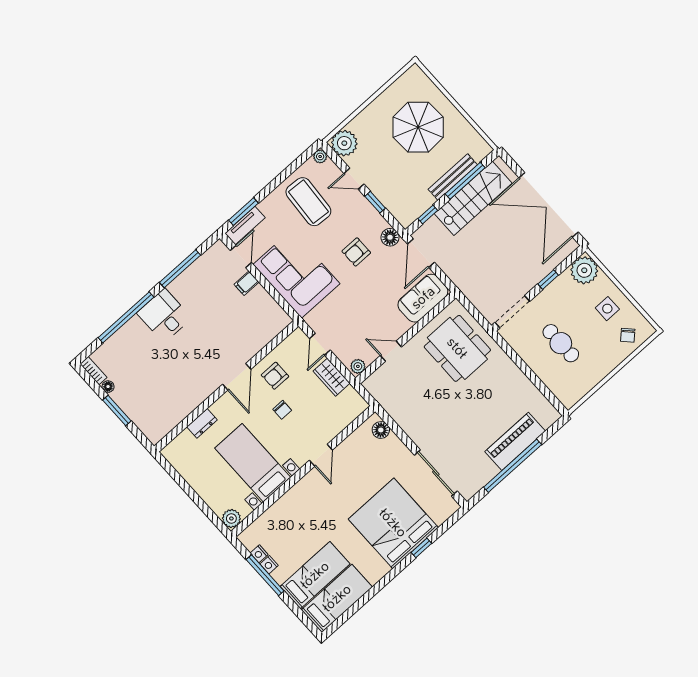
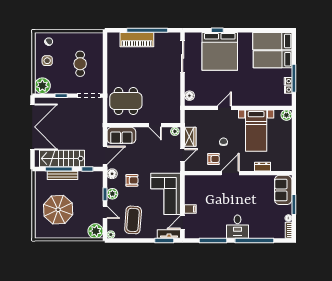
plant: (366, 212) -> (112, 194), added
dining table: (457, 348) -> (126, 101), turned 90
sofa: (148, 417) -> (283, 190), added

